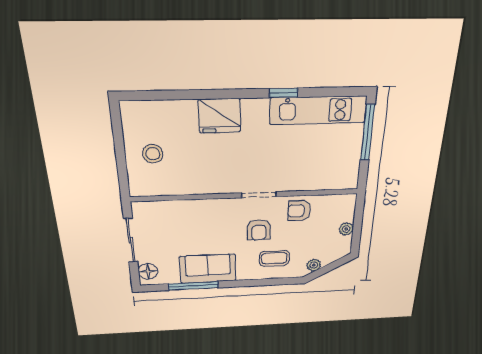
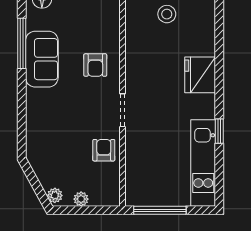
window: (367, 133) -> (160, 210), moved
armchair: (259, 230) -> (95, 65), moved, turned -90
coffee table: (274, 258) -> (51, 127), removed
plant: (314, 265) -> (55, 195), moved

